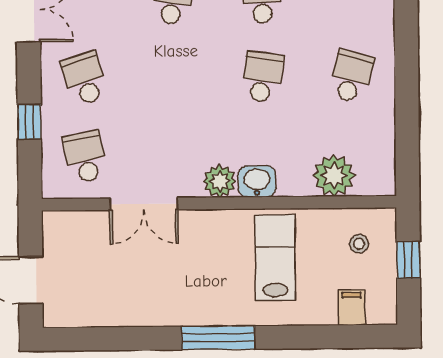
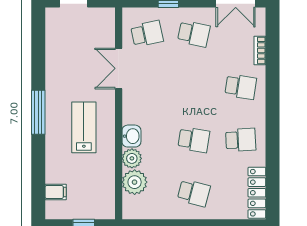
school desk: (85, 79) -> (194, 34), turned 30
plant: (220, 181) -> (132, 158), moved
stool: (359, 244) -> (94, 197), removed
lab bench: (275, 257) -> (84, 127), moved, turned -90

